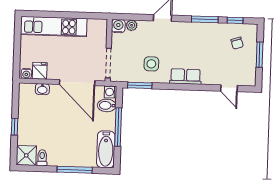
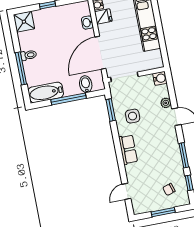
plant: (132, 25) -> (166, 103), moved
washing machine: (110, 92) -> (99, 85), removed
toilet: (42, 158) -> (29, 55), moved

